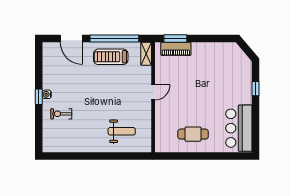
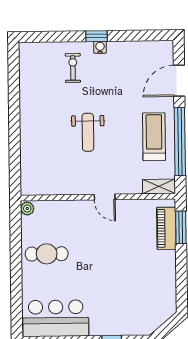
weight bench: (122, 131) -> (88, 132), moved
cafe table: (193, 134) -> (47, 254), turned 90
plant: (161, 147) -> (27, 208), added

